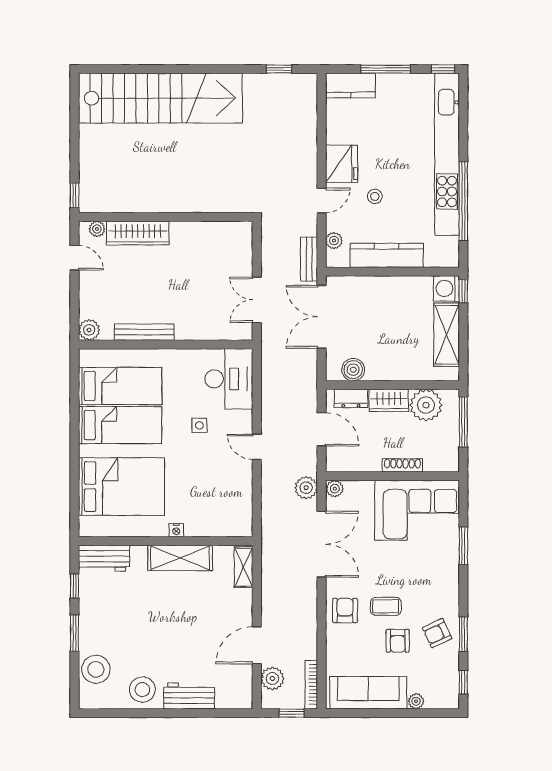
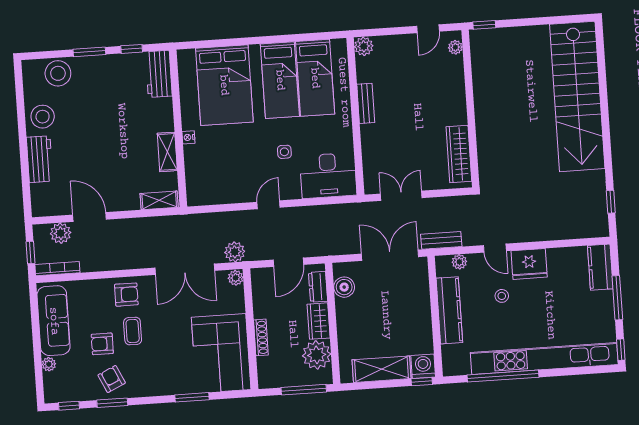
wardrobe: (138, 233) -> (459, 154), moved
bench: (144, 332) -> (366, 103), width x0.73
shelving: (180, 558) -> (167, 152), width x0.67, depth x0.75

